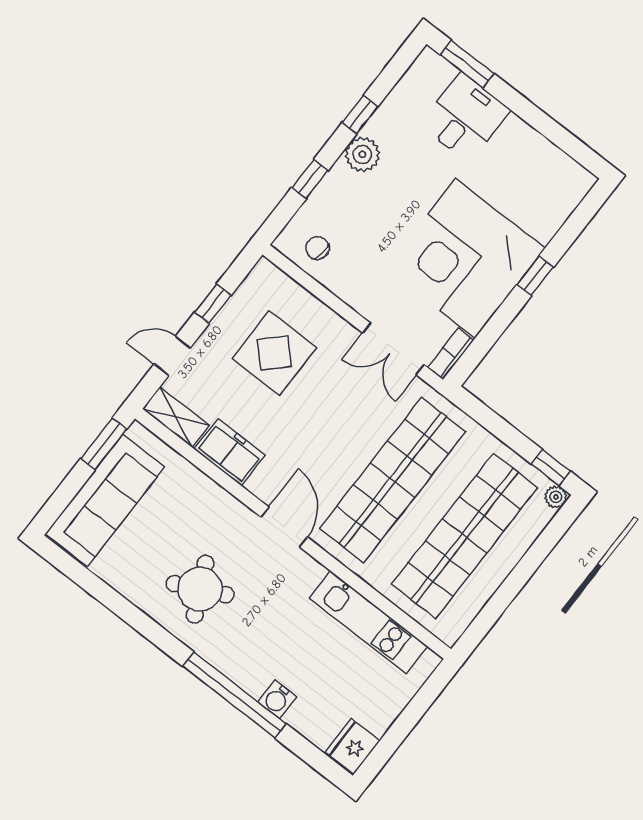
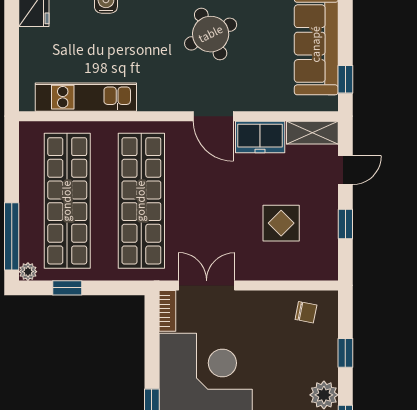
display table: (274, 353) -> (281, 223), width x0.73, depth x0.73
window: (104, 444) -> (345, 79), width x0.67
window: (551, 468) -> (67, 288), moved
door: (284, 527) -> (213, 116), moved
window: (545, 543) -> (12, 236), added

